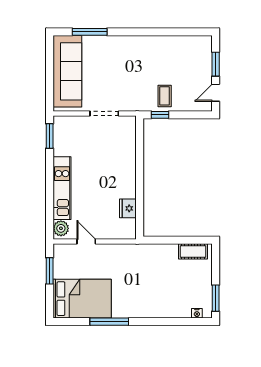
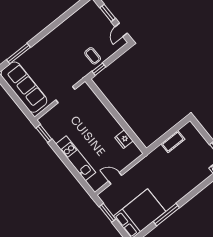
plant: (61, 228) -> (94, 183), removed
cot: (193, 251) -> (173, 142), moved

